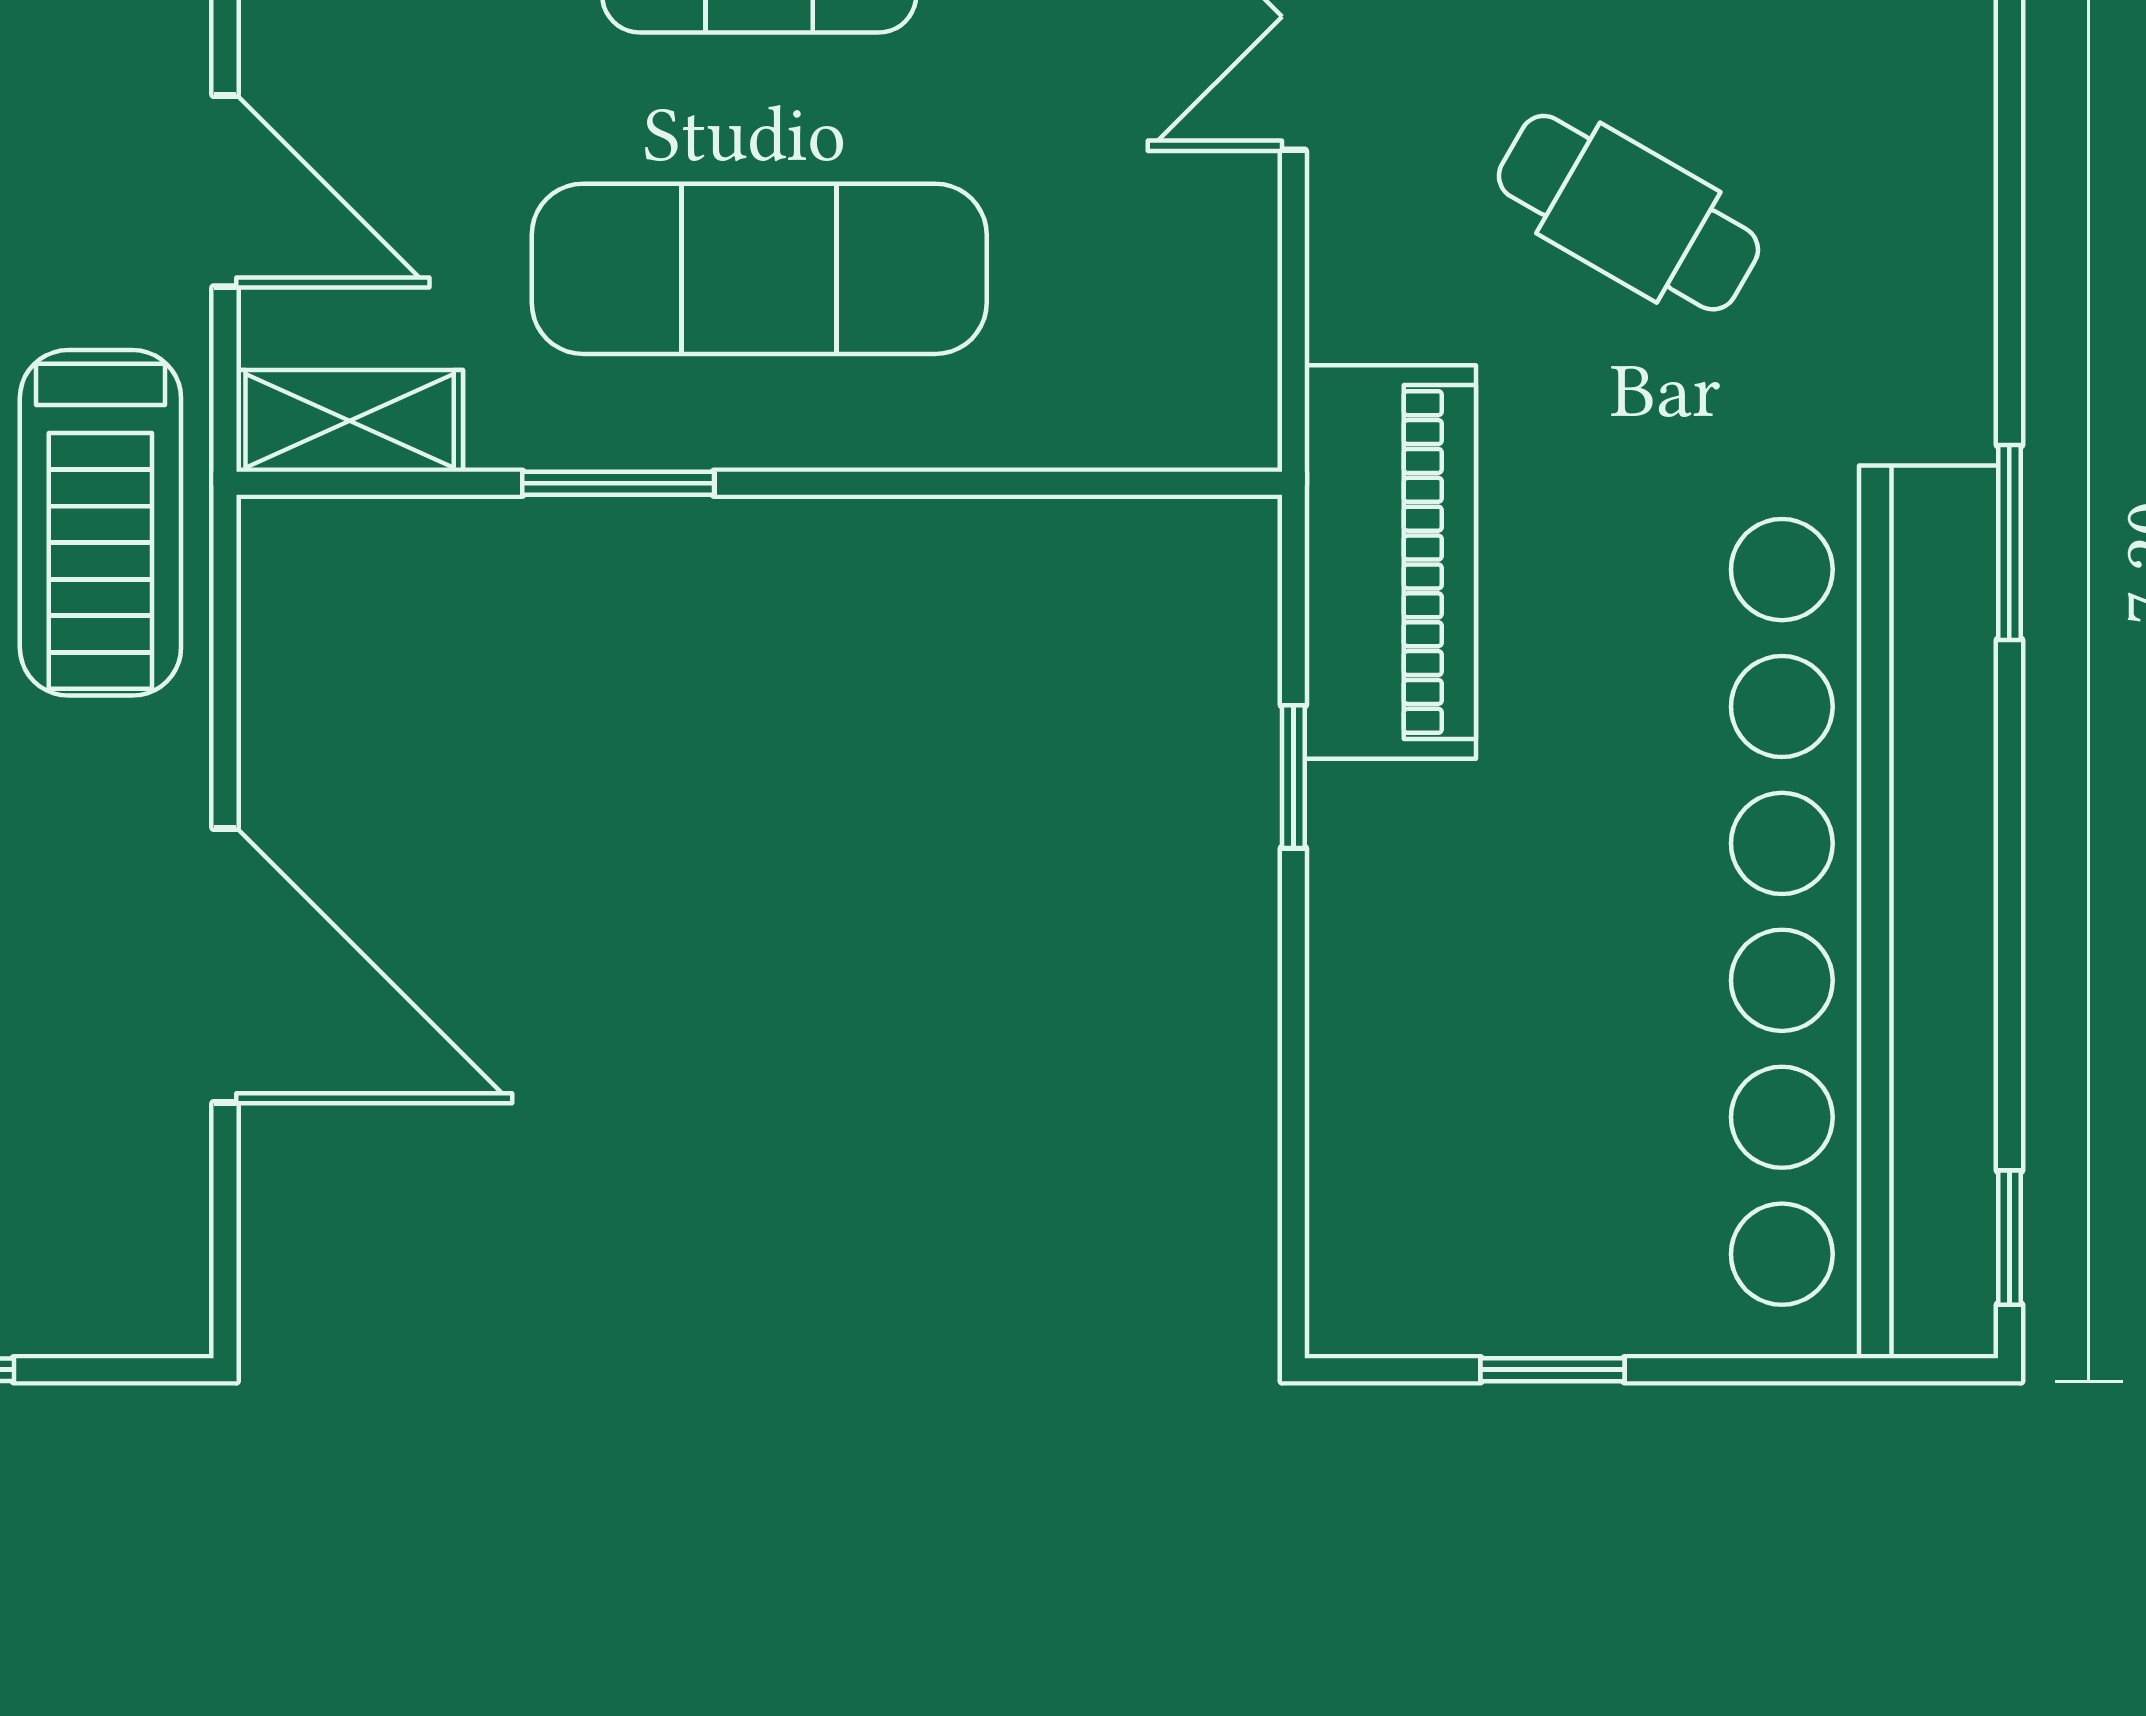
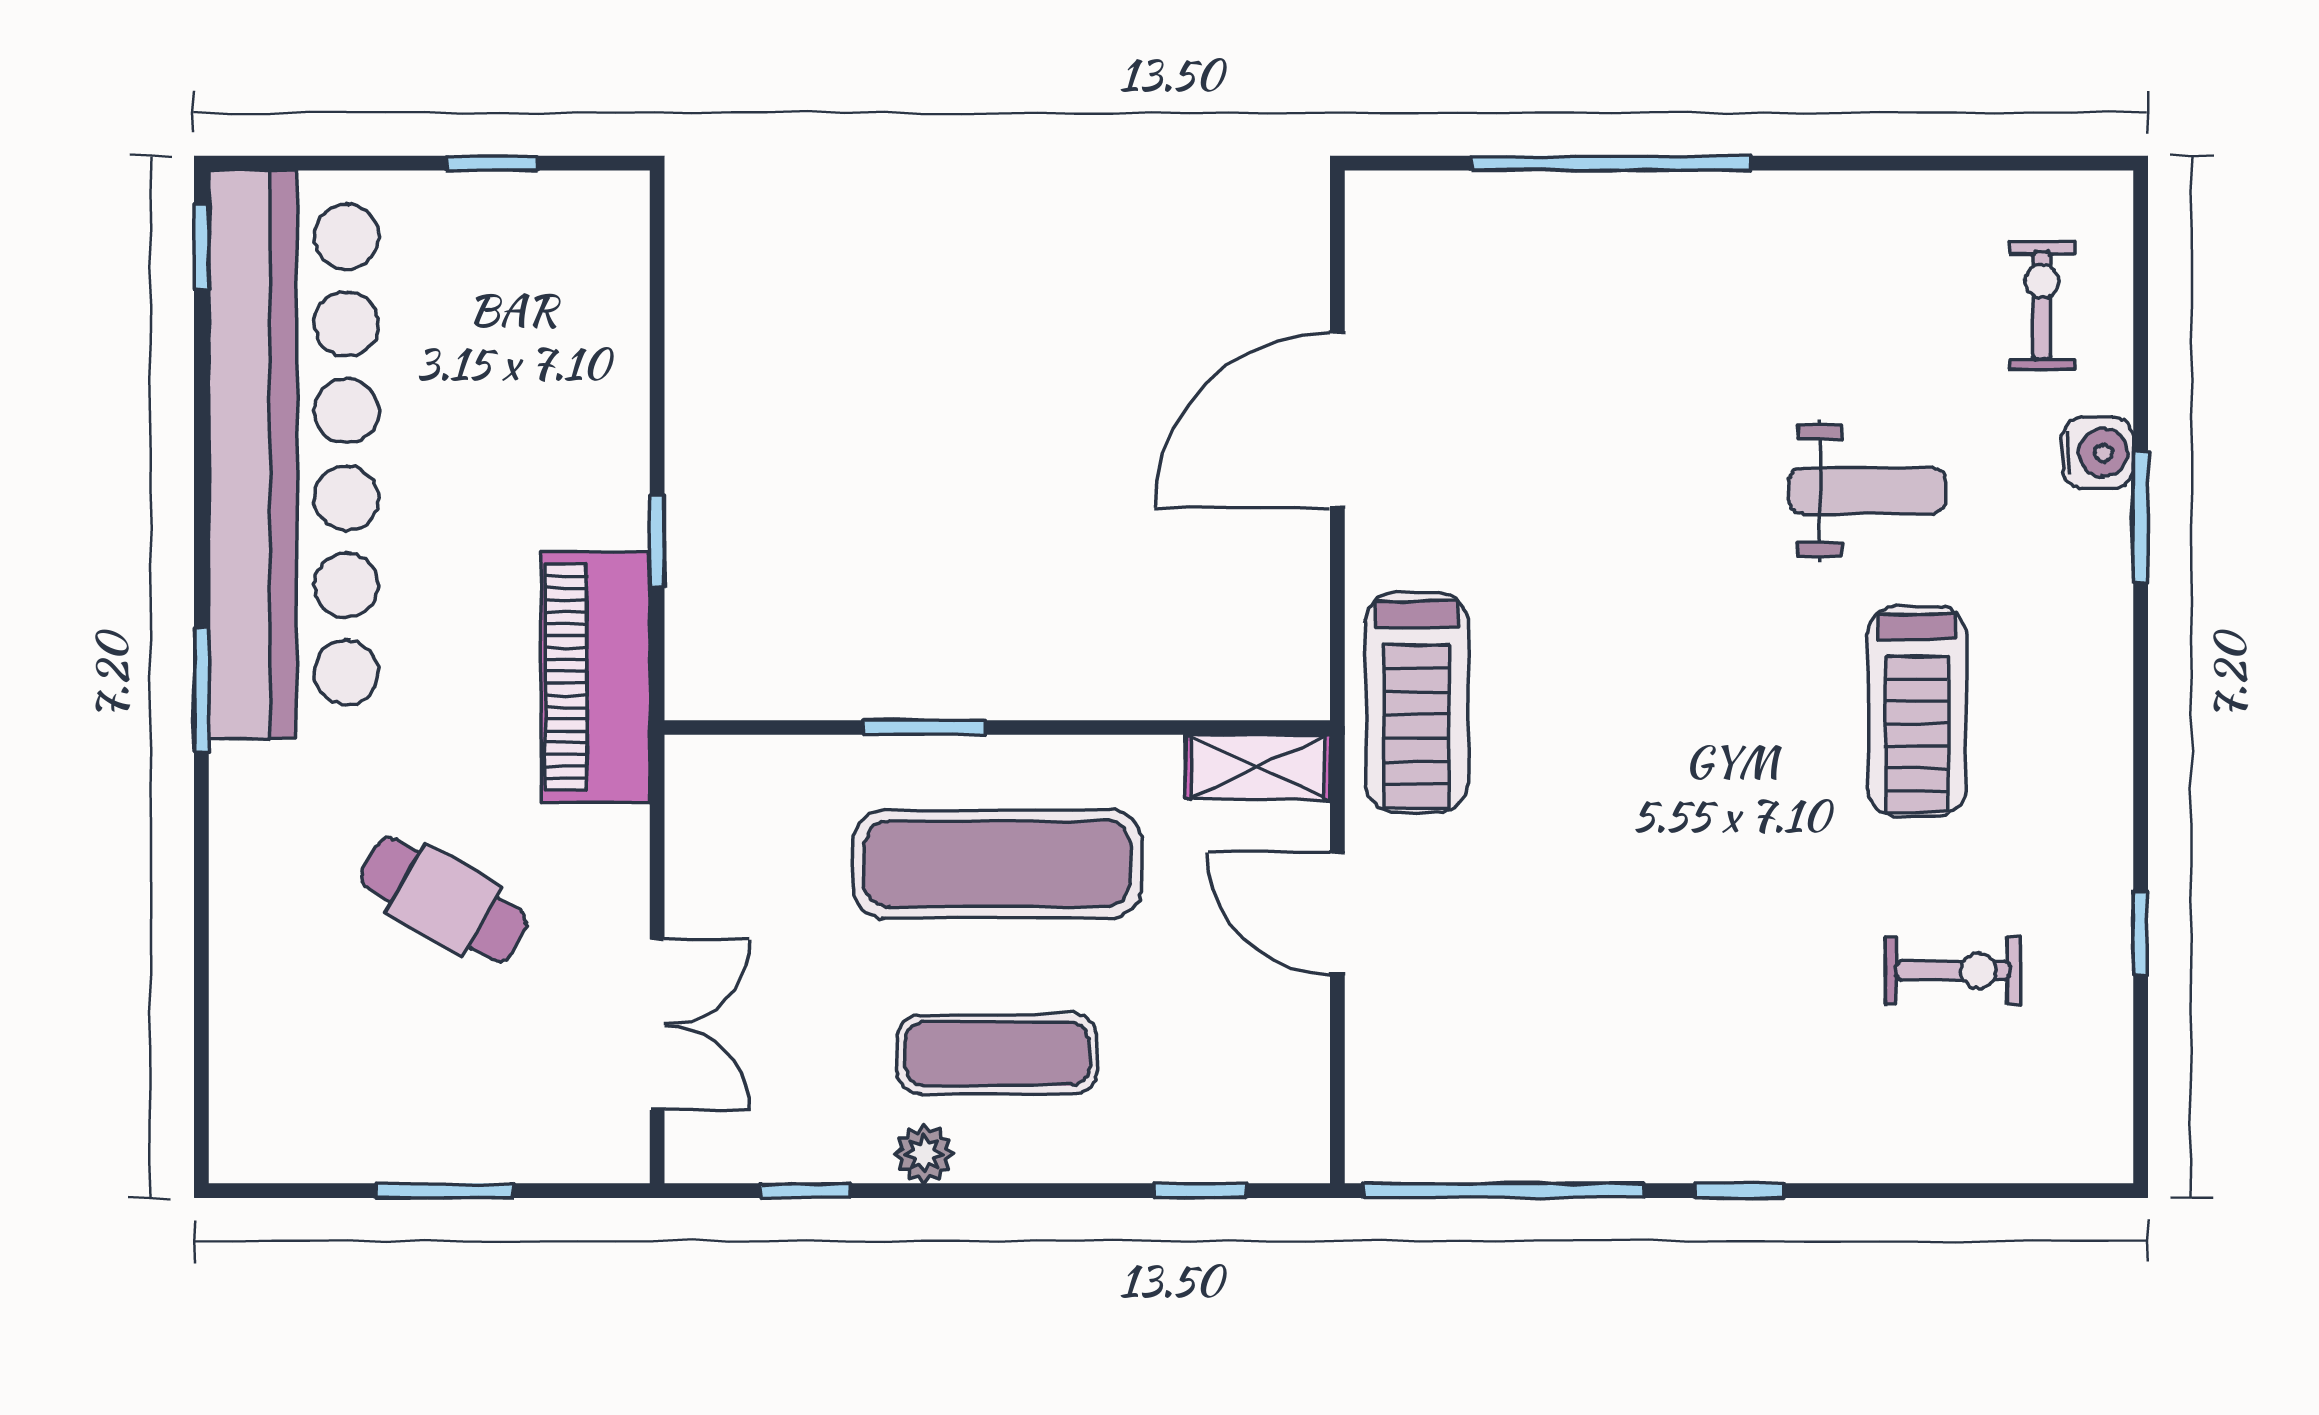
window: (618, 483) -> (924, 728), moved
treadmill: (100, 523) -> (1417, 702), turned 180
door: (225, 966) -> (1337, 420), hinge flipped

